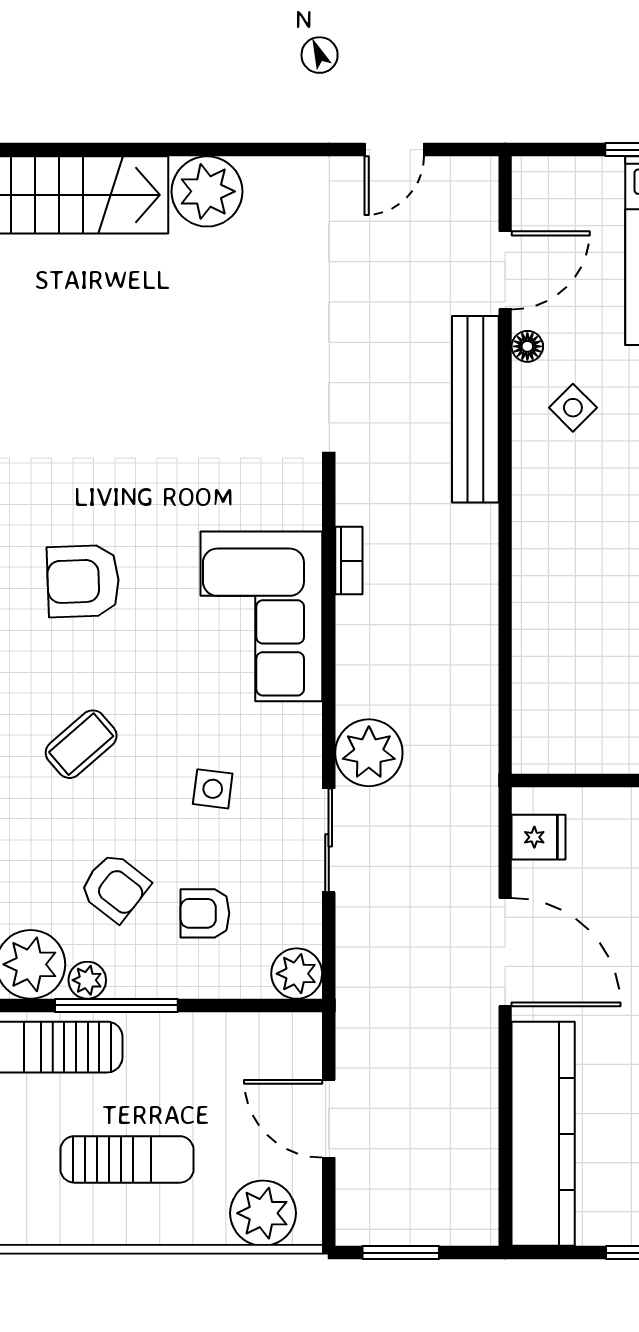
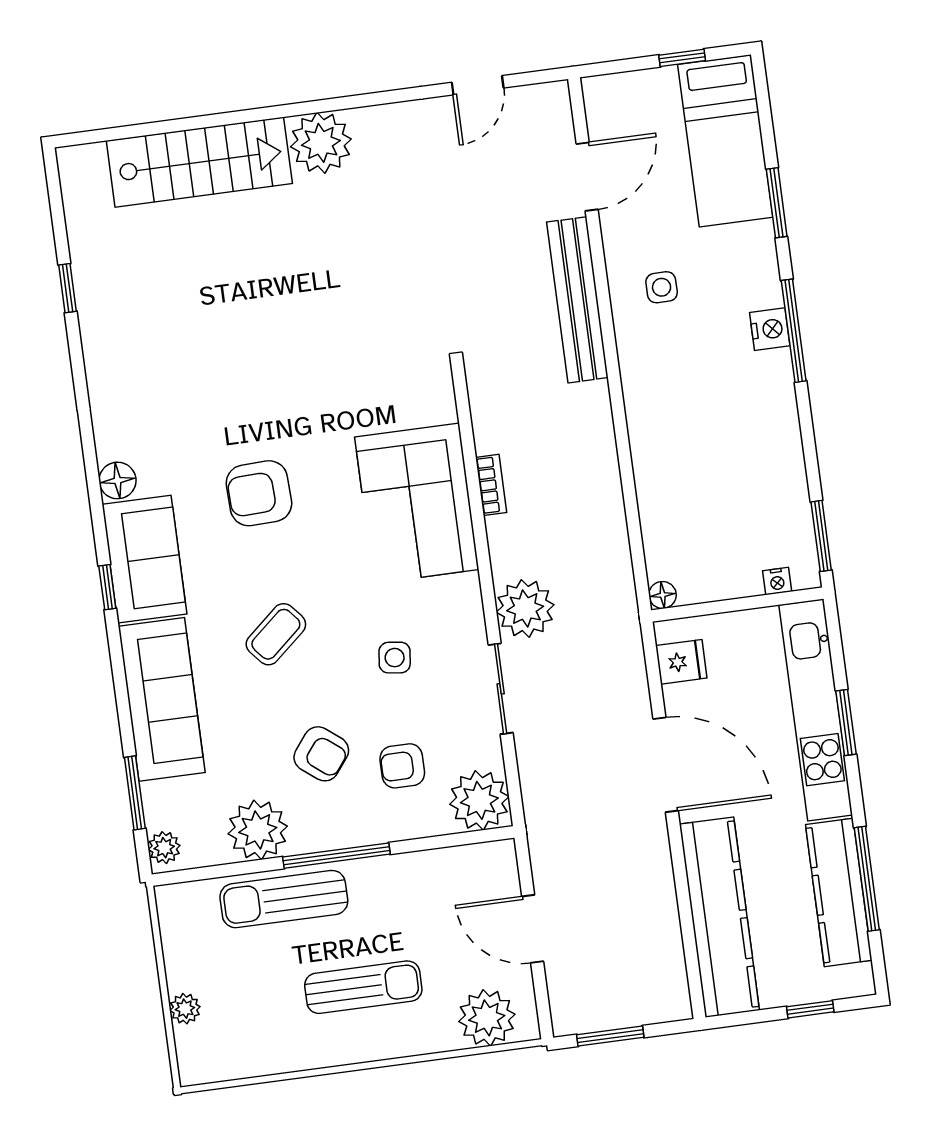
floor lamp: (527, 346) -> (663, 595), moved
side table: (573, 408) -> (662, 287), turned 45
bookcase: (349, 561) -> (491, 485), moved
plant: (297, 974) -> (479, 800), width x1.36, depth x1.36
plant: (87, 980) -> (308, 837), removed

